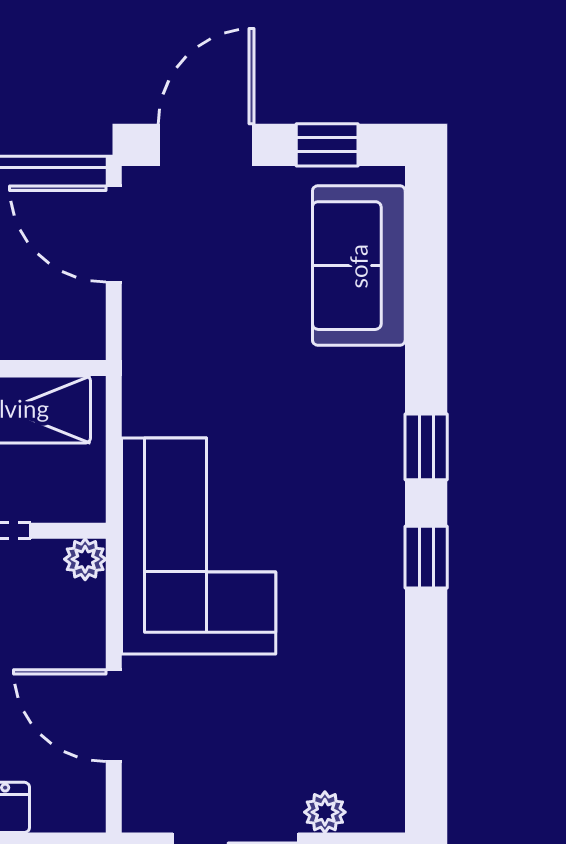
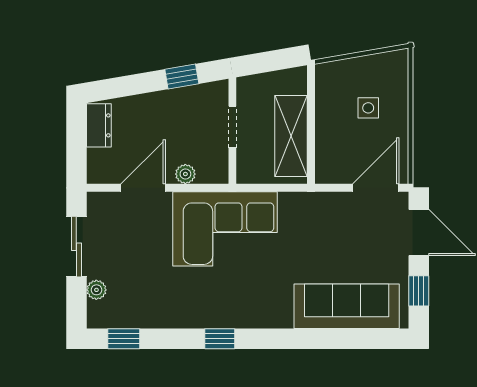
sofa: (359, 266) -> (347, 306), width x1.36
window: (426, 447) -> (124, 339), moved
plant: (85, 559) -> (185, 174), moved

